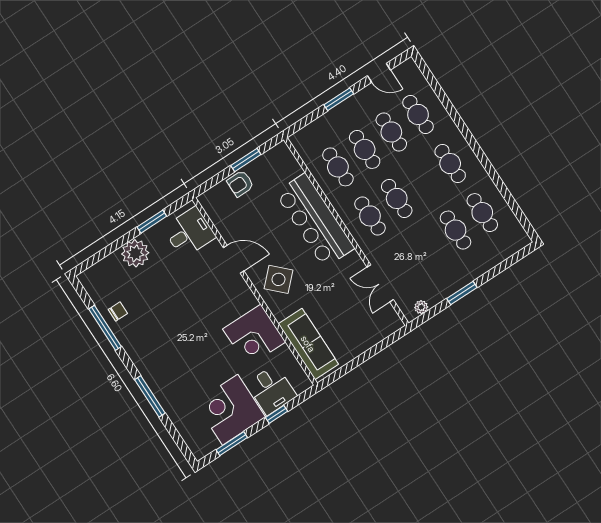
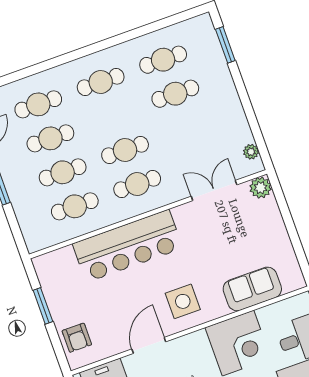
armchair: (240, 184) -> (77, 338), moved
side table: (279, 279) -> (183, 301), turned 45
double door: (380, 283) -> (214, 191), swing flipped
window: (462, 293) -> (225, 45), moved
plant: (392, 323) -> (260, 188), added
sofa: (308, 344) -> (252, 289), width x0.73

